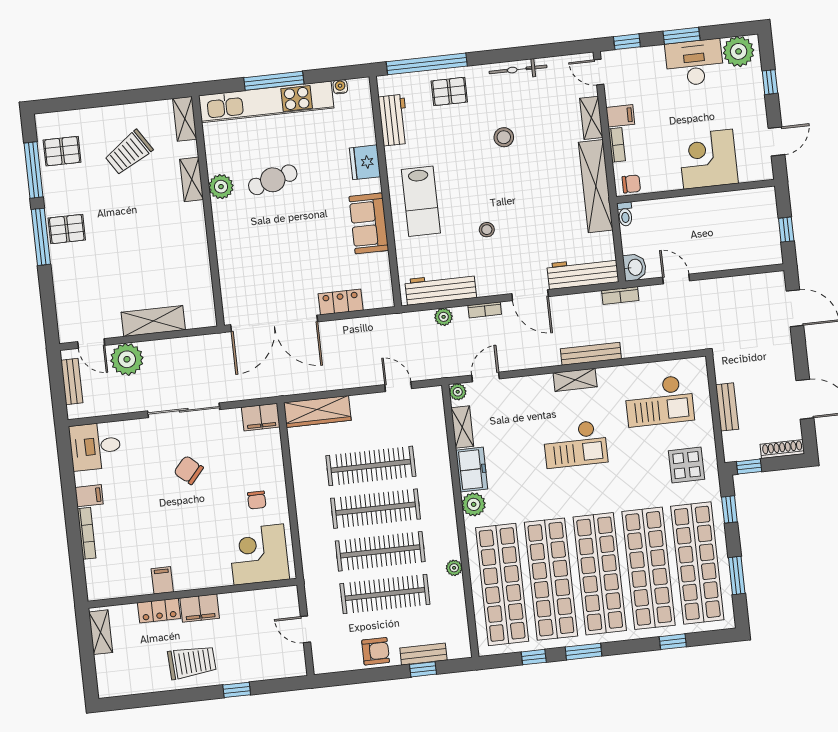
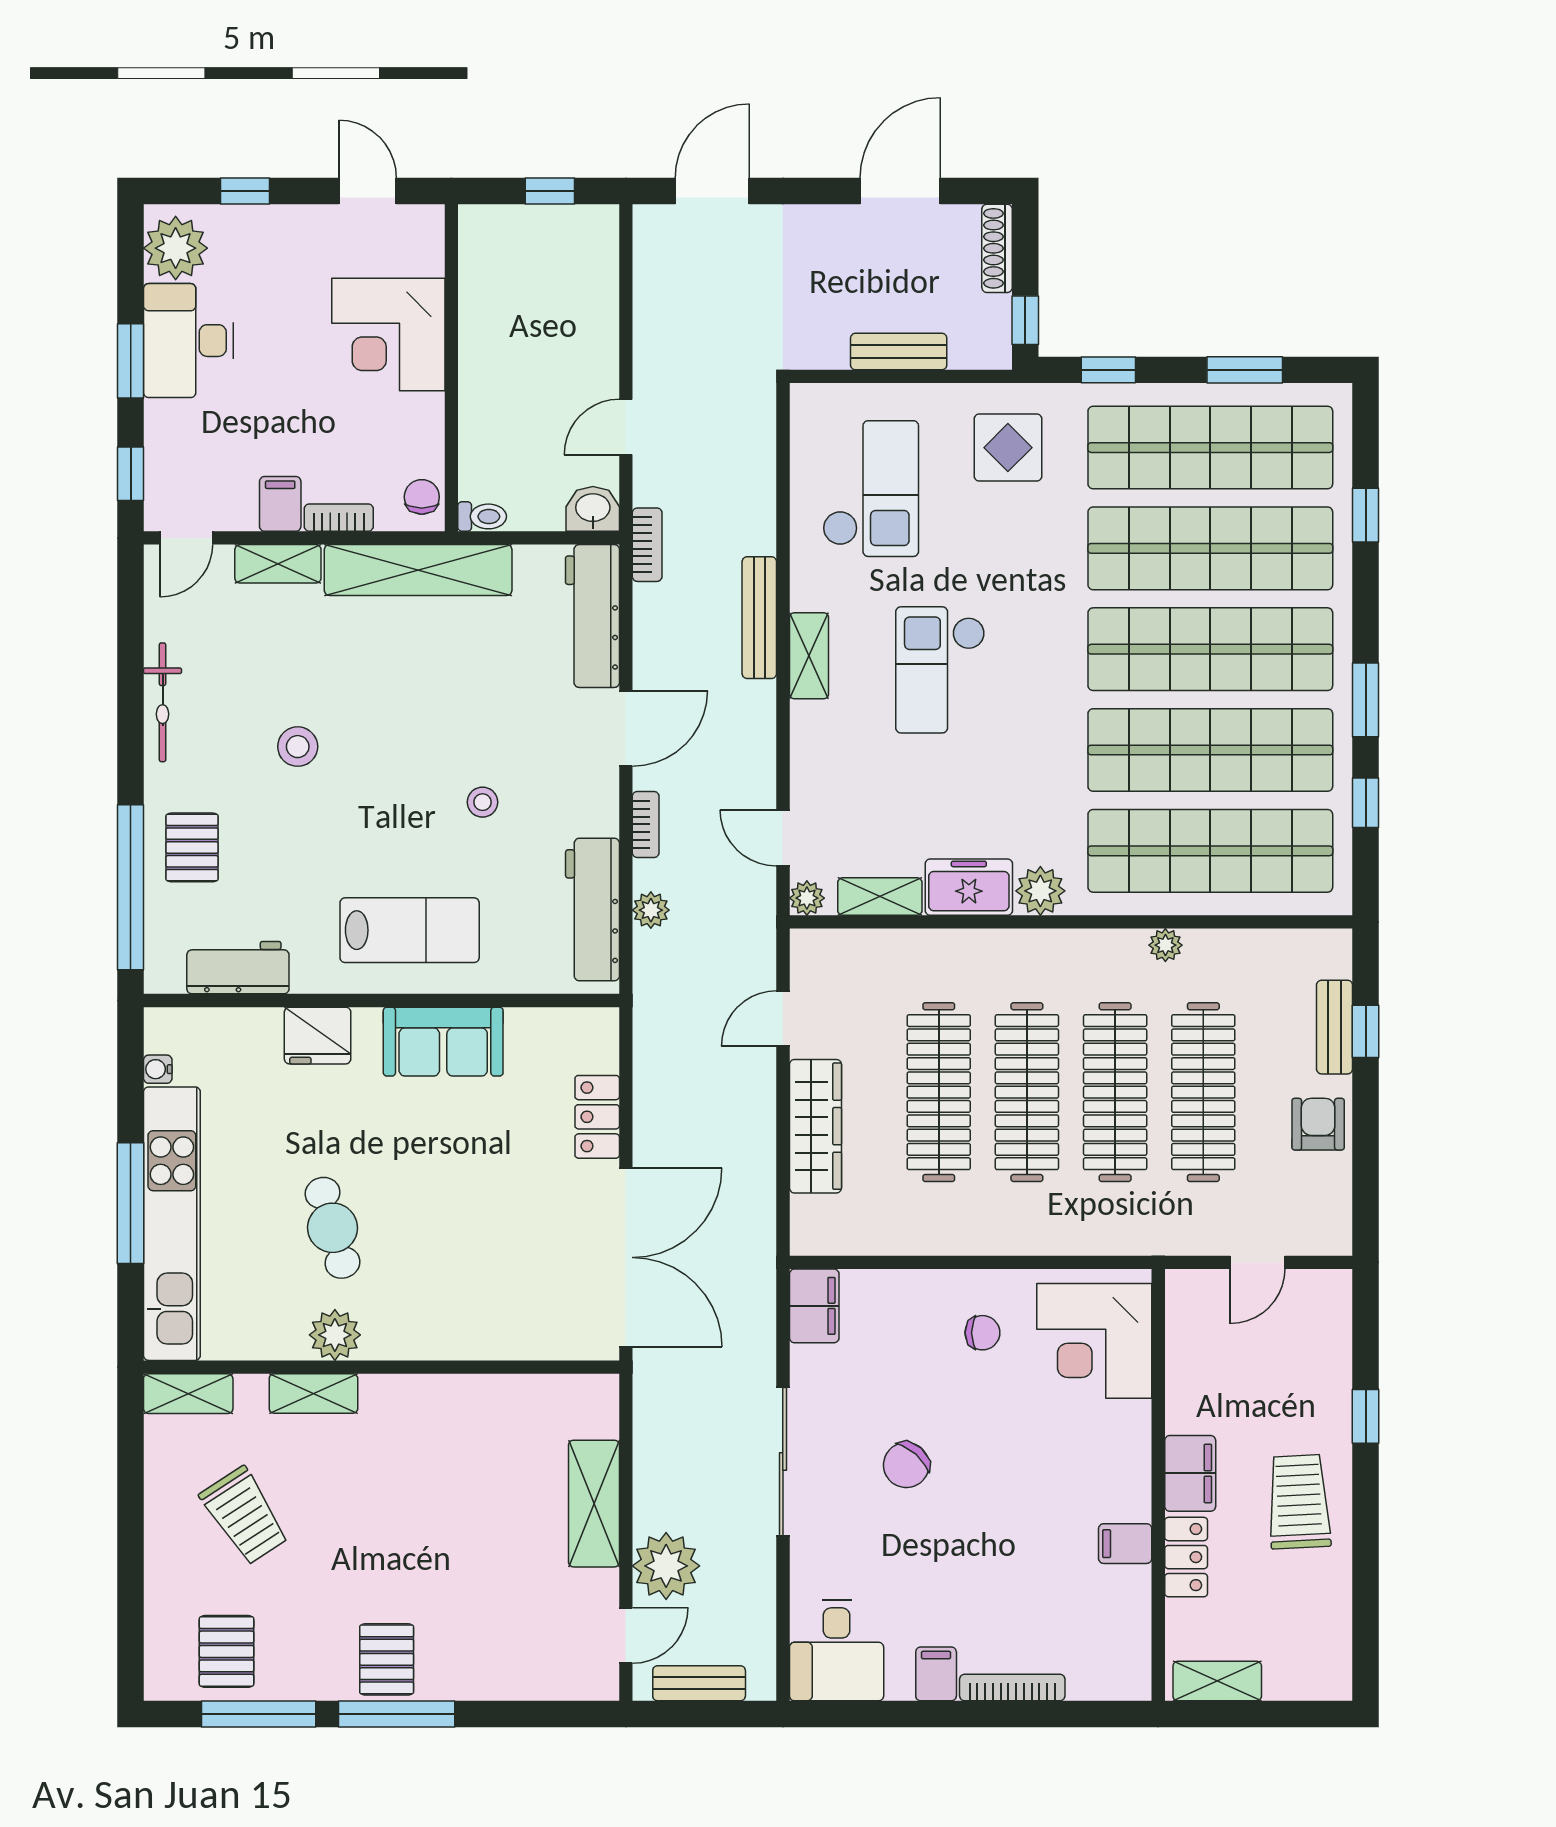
wardrobe: (317, 411) -> (815, 1126), moved
checkout: (575, 444) -> (940, 670), turned 180

